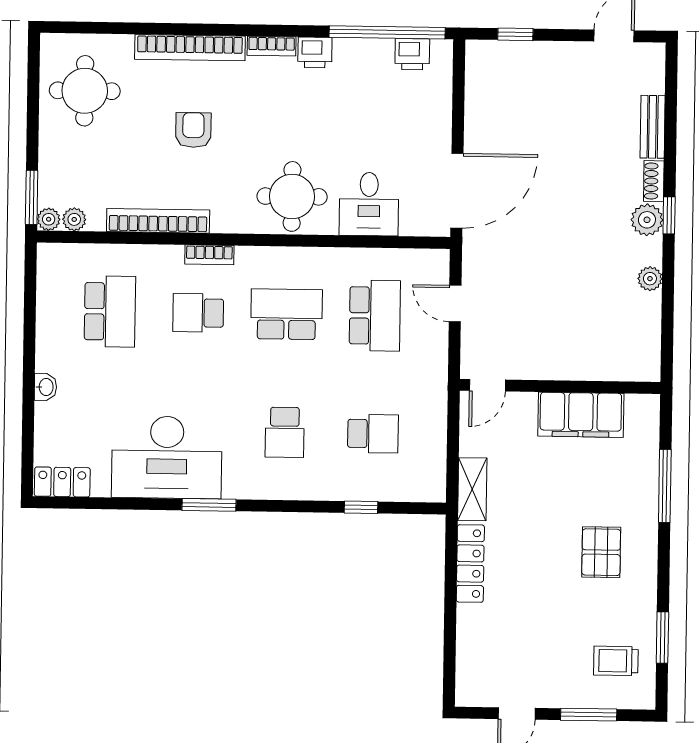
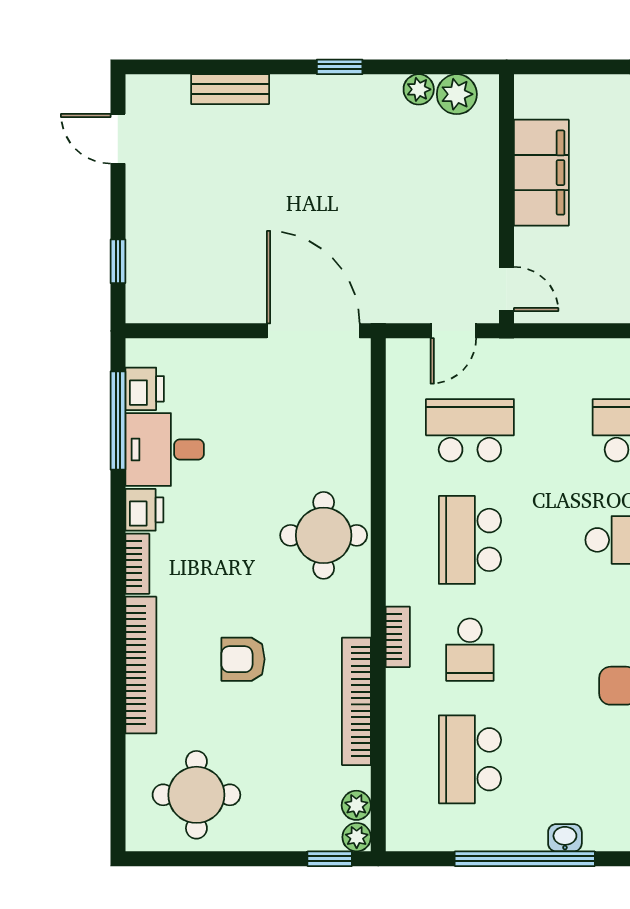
window: (387, 32) -> (118, 421), width x0.68
shoe rack: (654, 181) -> (297, 86), removed
window: (32, 197) -> (330, 859), width x0.67
desk: (369, 204) -> (165, 449), moved, turned 180
plant: (647, 220) -> (457, 94), moved
school desk: (110, 311) -> (470, 759), turned -90
window: (29, 354) -> (525, 859), added
door: (487, 385) -> (507, 289), moved
wall: (560, 386) -> (507, 199), moved
filing cabinet: (581, 415) -> (541, 173), moved

